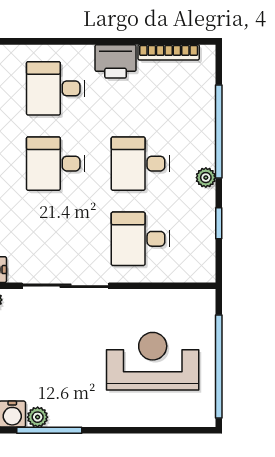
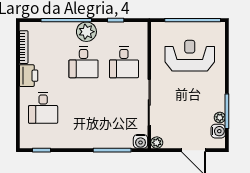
desk: (55, 164) -> (84, 108), removed
plant: (206, 178) -> (86, 32), width x1.88, depth x1.88
reception desk: (153, 361) -> (190, 56), turned 90

